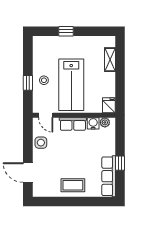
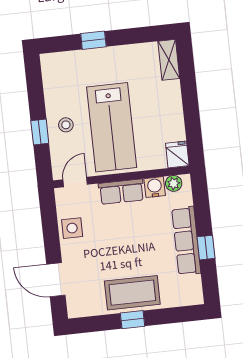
shelving: (110, 60) -> (169, 60), moved
door: (46, 115) -> (75, 182), swing flipped
row of seats: (109, 176) -> (186, 241), moved
coffee table: (73, 185) -> (132, 293), width x1.36, depth x1.32
window: (71, 201) -> (133, 320), added

